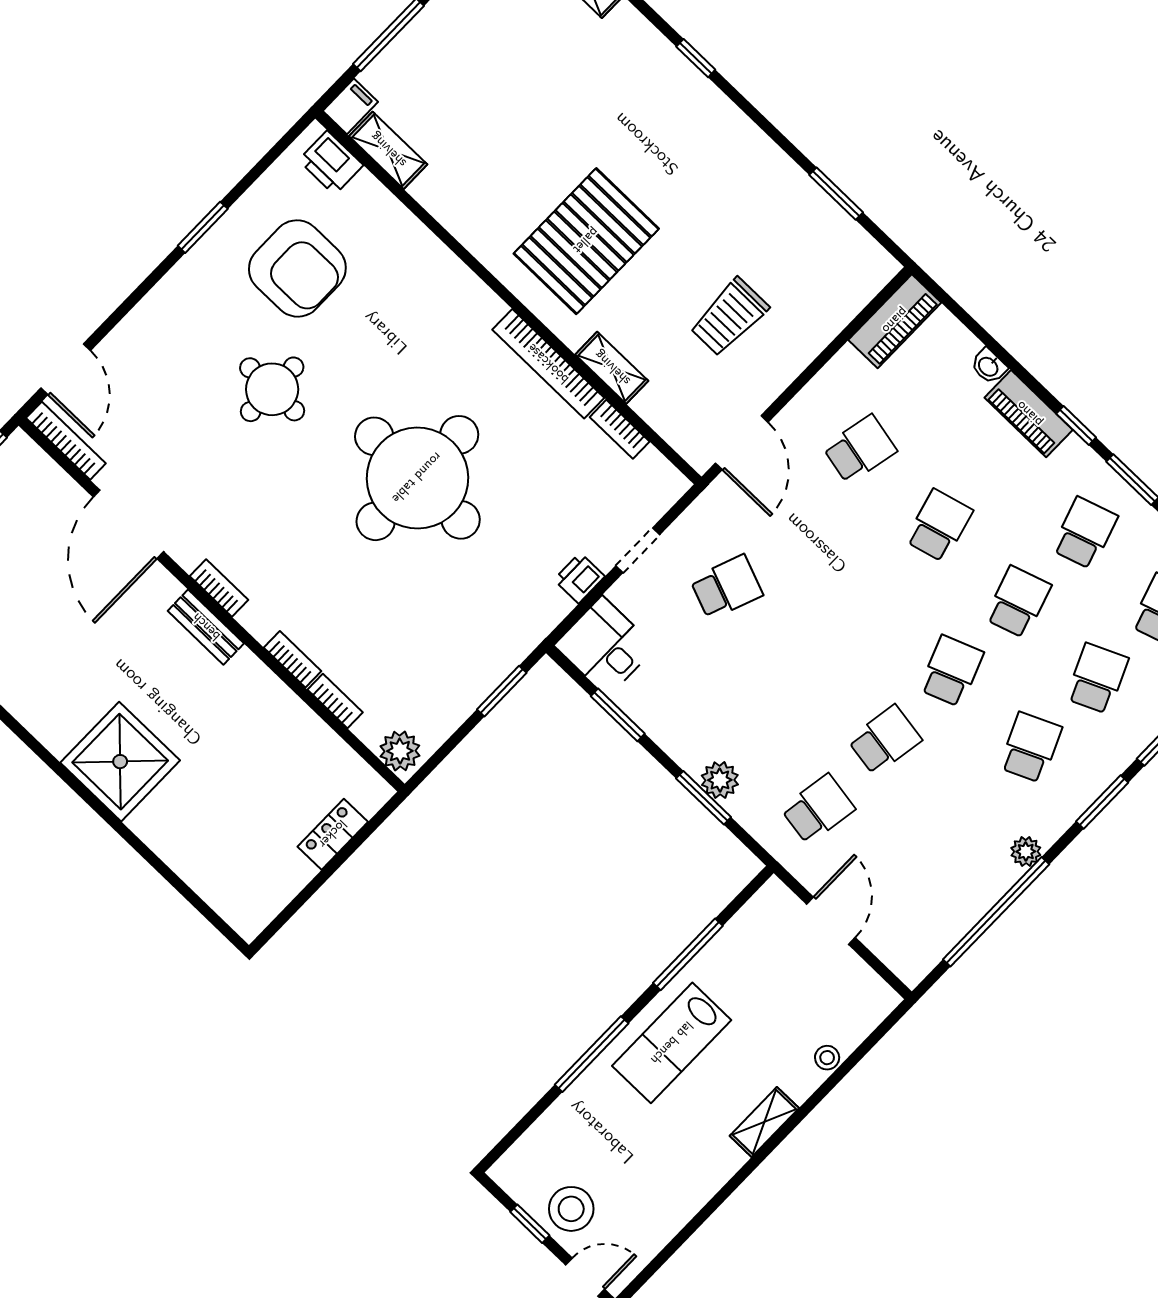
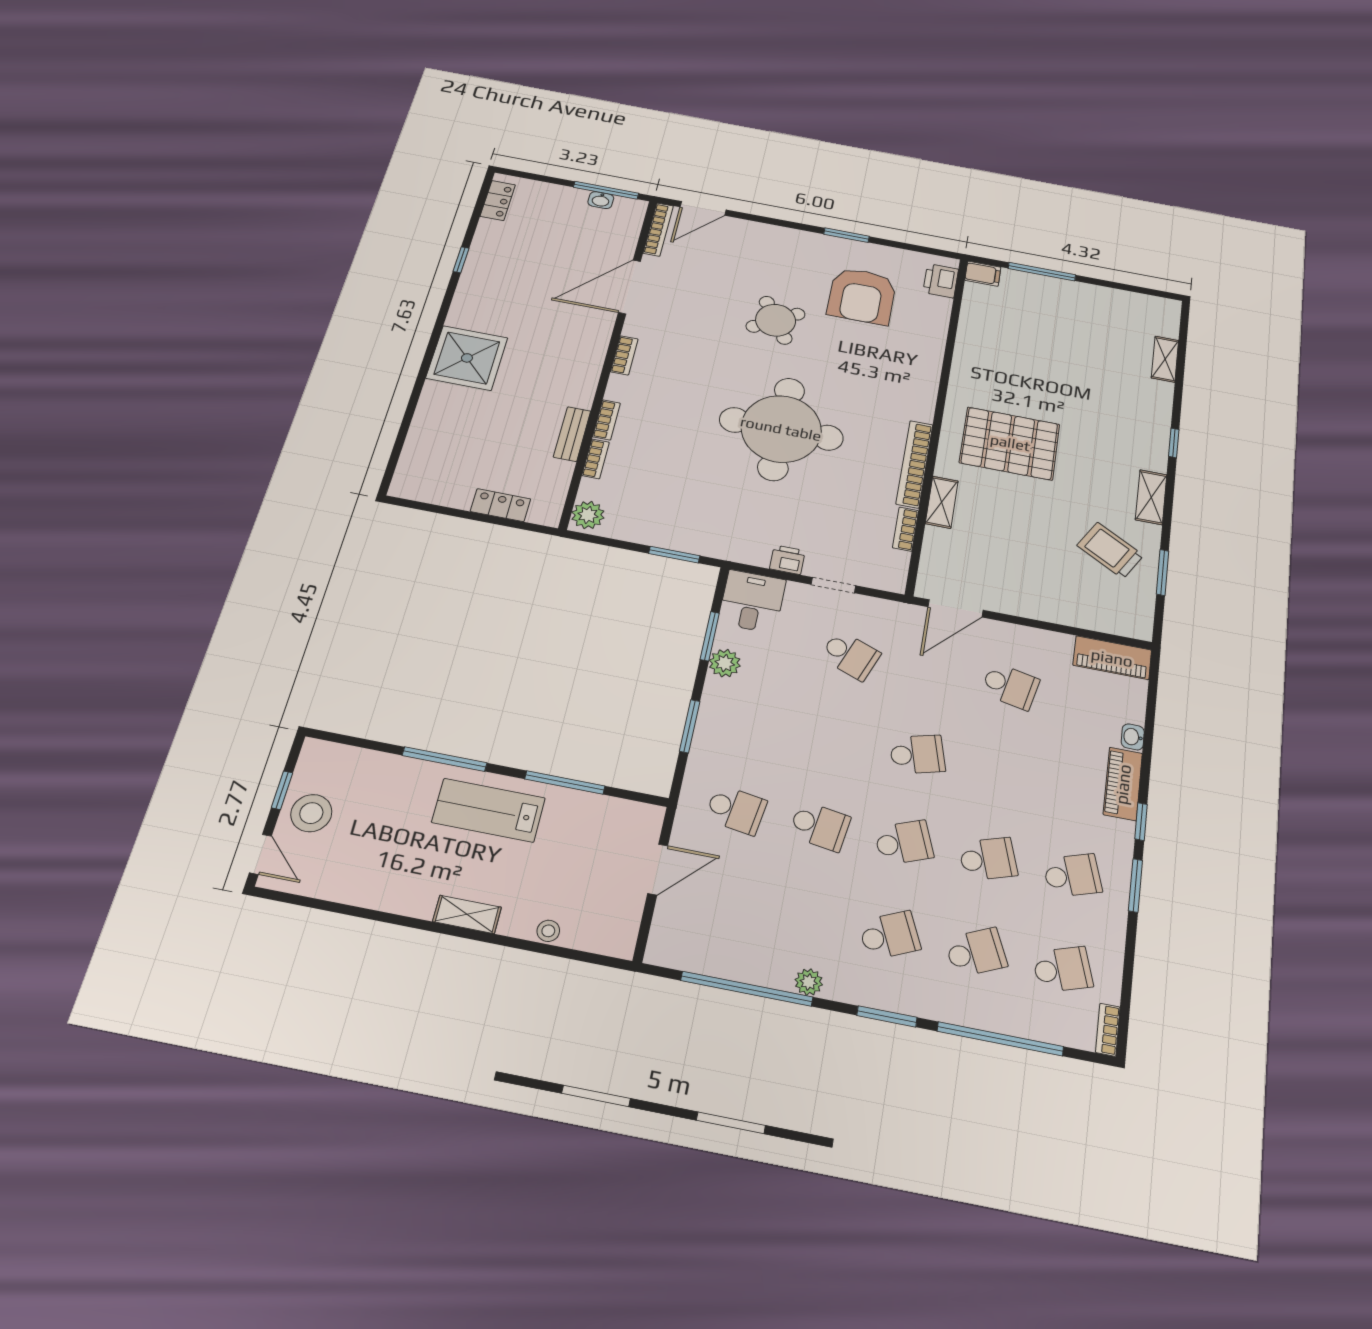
shelving: (388, 150) -> (1151, 497), moved
trolley: (729, 317) -> (1110, 550), moved, turned 30
round table: (272, 389) -> (776, 320), turned -32
school desk: (939, 526) -> (917, 754), moved
bench: (206, 627) -> (572, 434), moved
plant: (720, 780) -> (725, 663), moved

